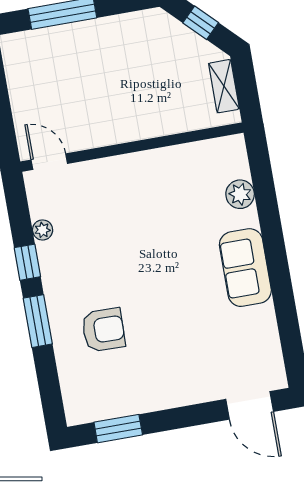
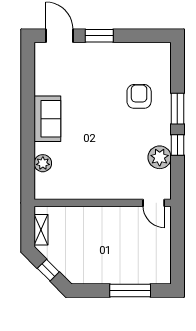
plant: (43, 230) -> (160, 157), width x1.88, depth x1.88
armchair: (103, 330) -> (139, 96), turned 89
window: (118, 429) -> (99, 36), moved

